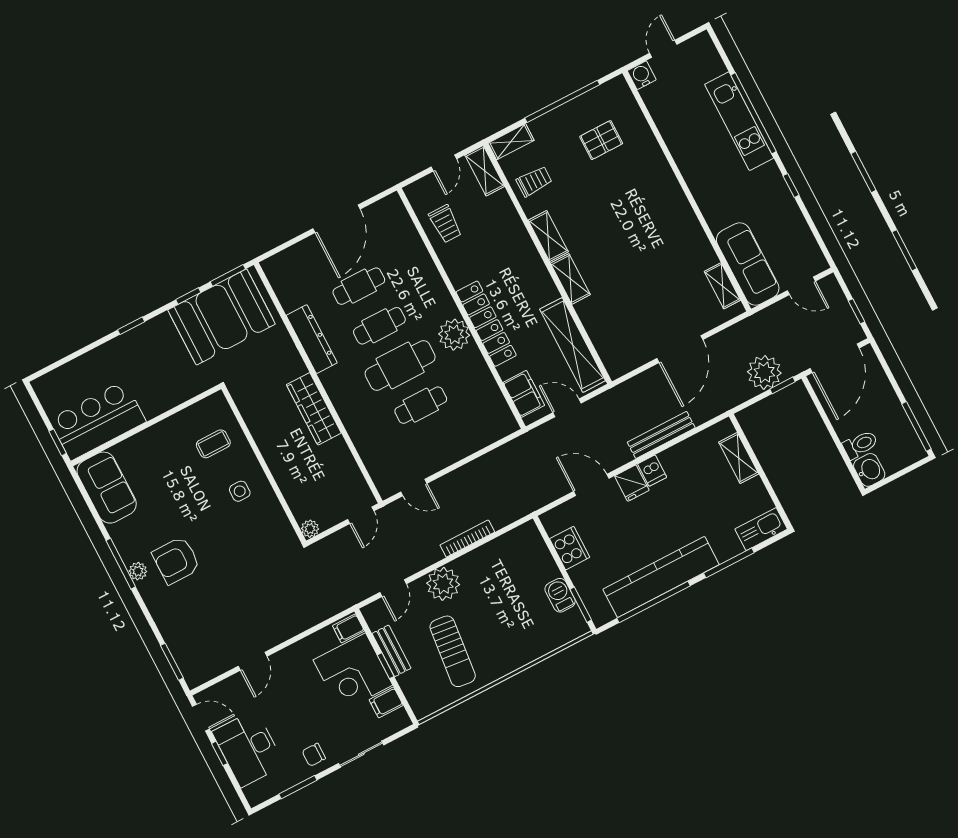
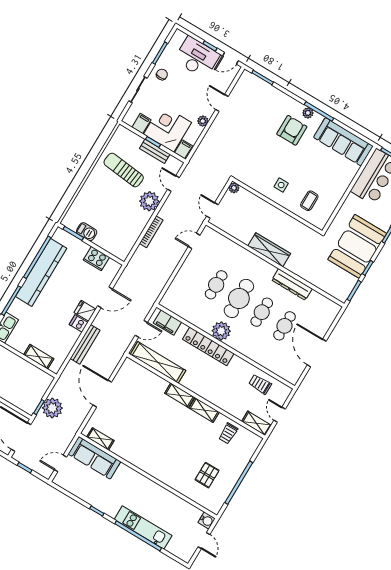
shelving: (511, 142) -> (252, 446), removed
booth: (222, 317) -> (357, 246), moved
sofa: (107, 488) -> (343, 142), width x1.36
plant: (296, 652) -> (203, 121), added

